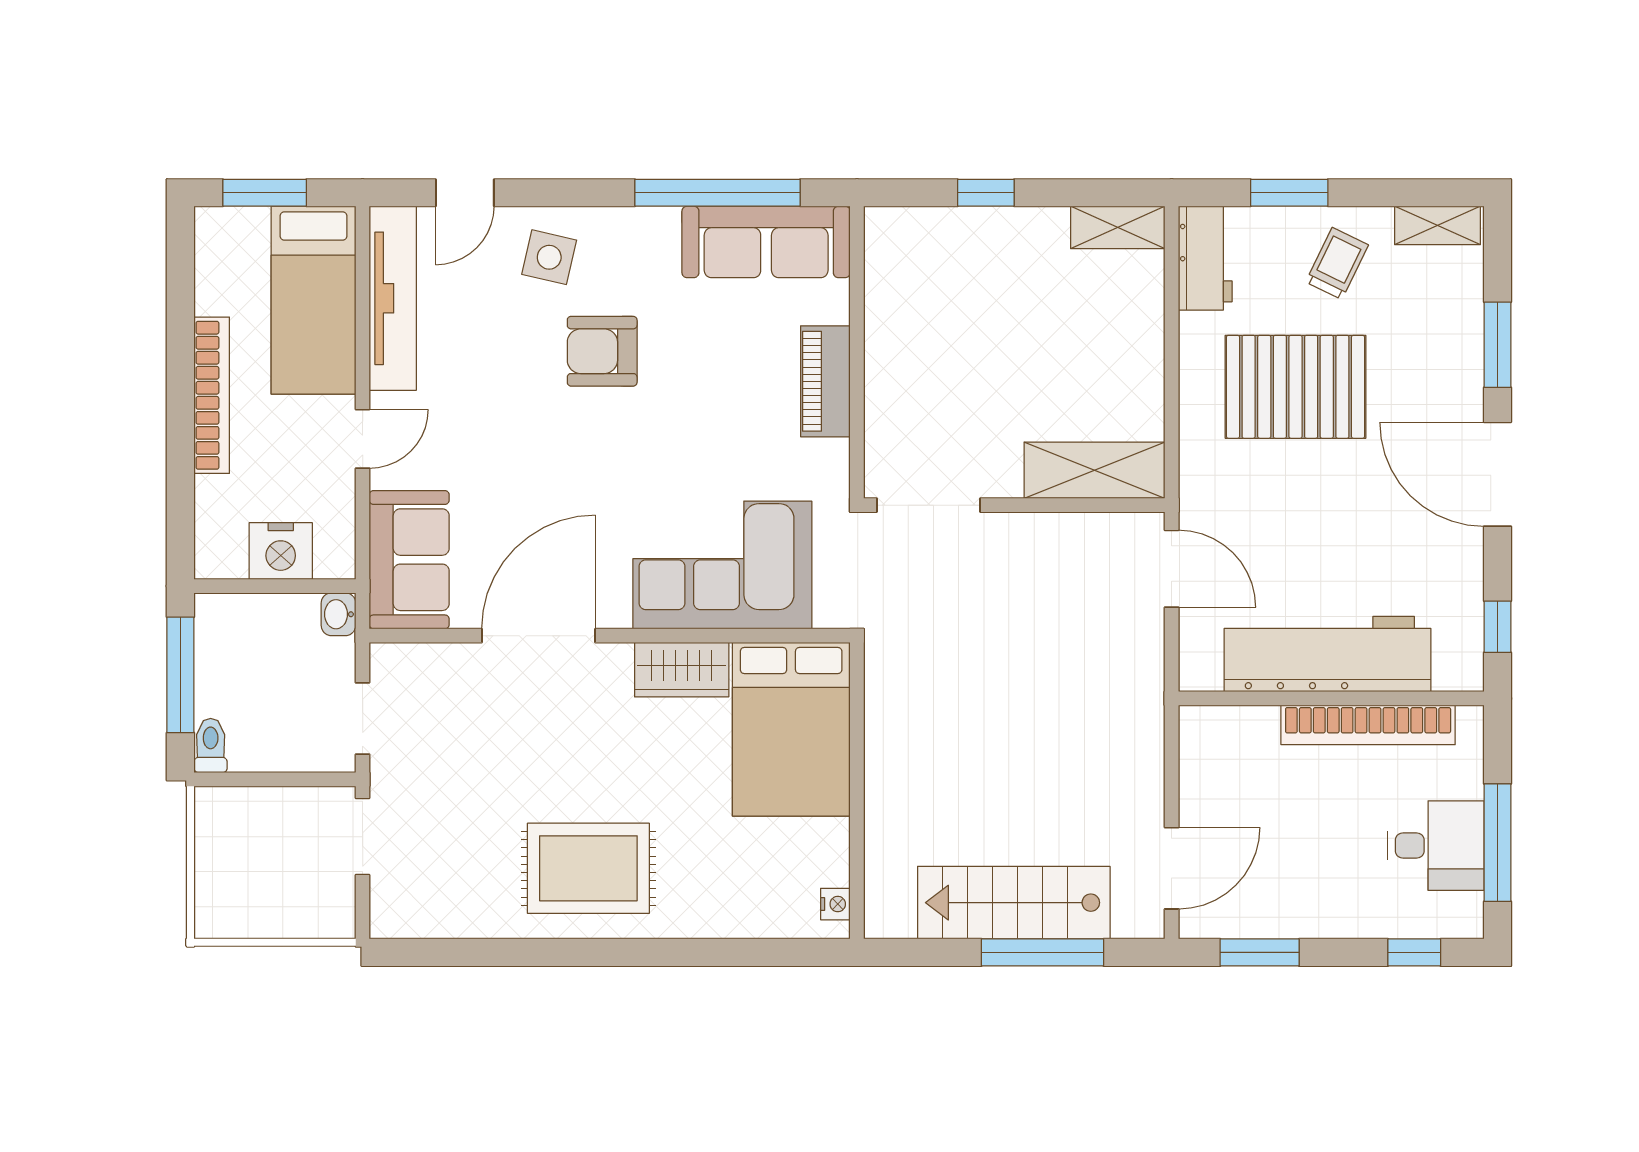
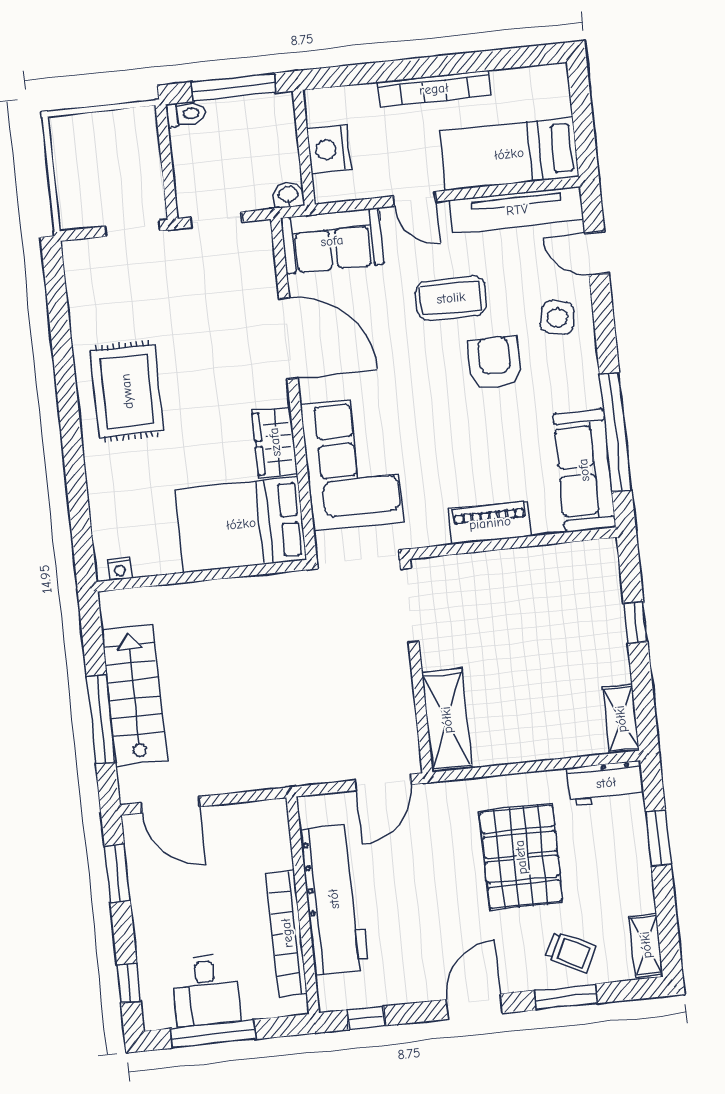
window: (265, 193) -> (582, 111), removed
trolley: (1337, 263) -> (571, 952), moved
coffee table: (506, 403) -> (451, 298), added
door: (1498, 474) -> (474, 1006), width x0.73

